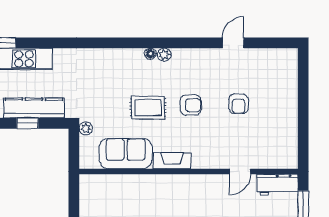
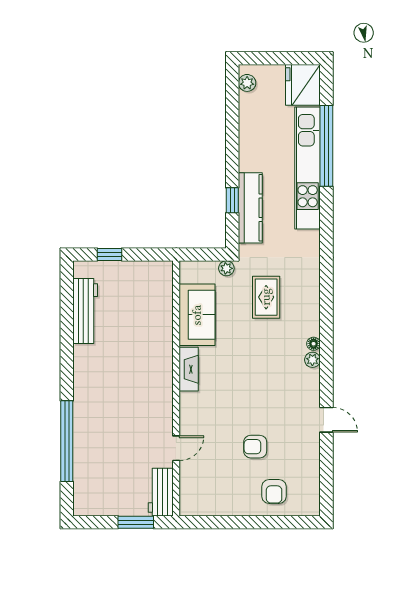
door: (233, 43) -> (326, 420), moved
armchair: (191, 105) -> (274, 492), moved
rug: (148, 108) -> (266, 297), moved
door: (240, 171) -> (176, 448), swing flipped

